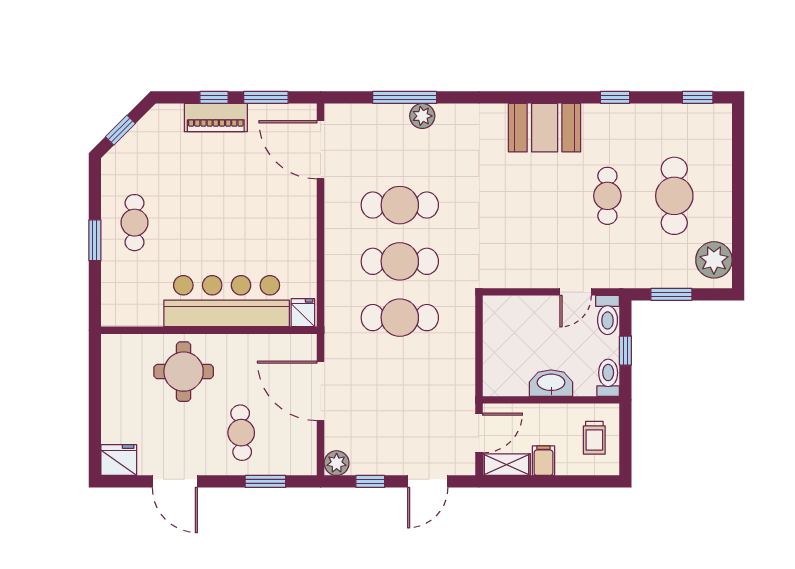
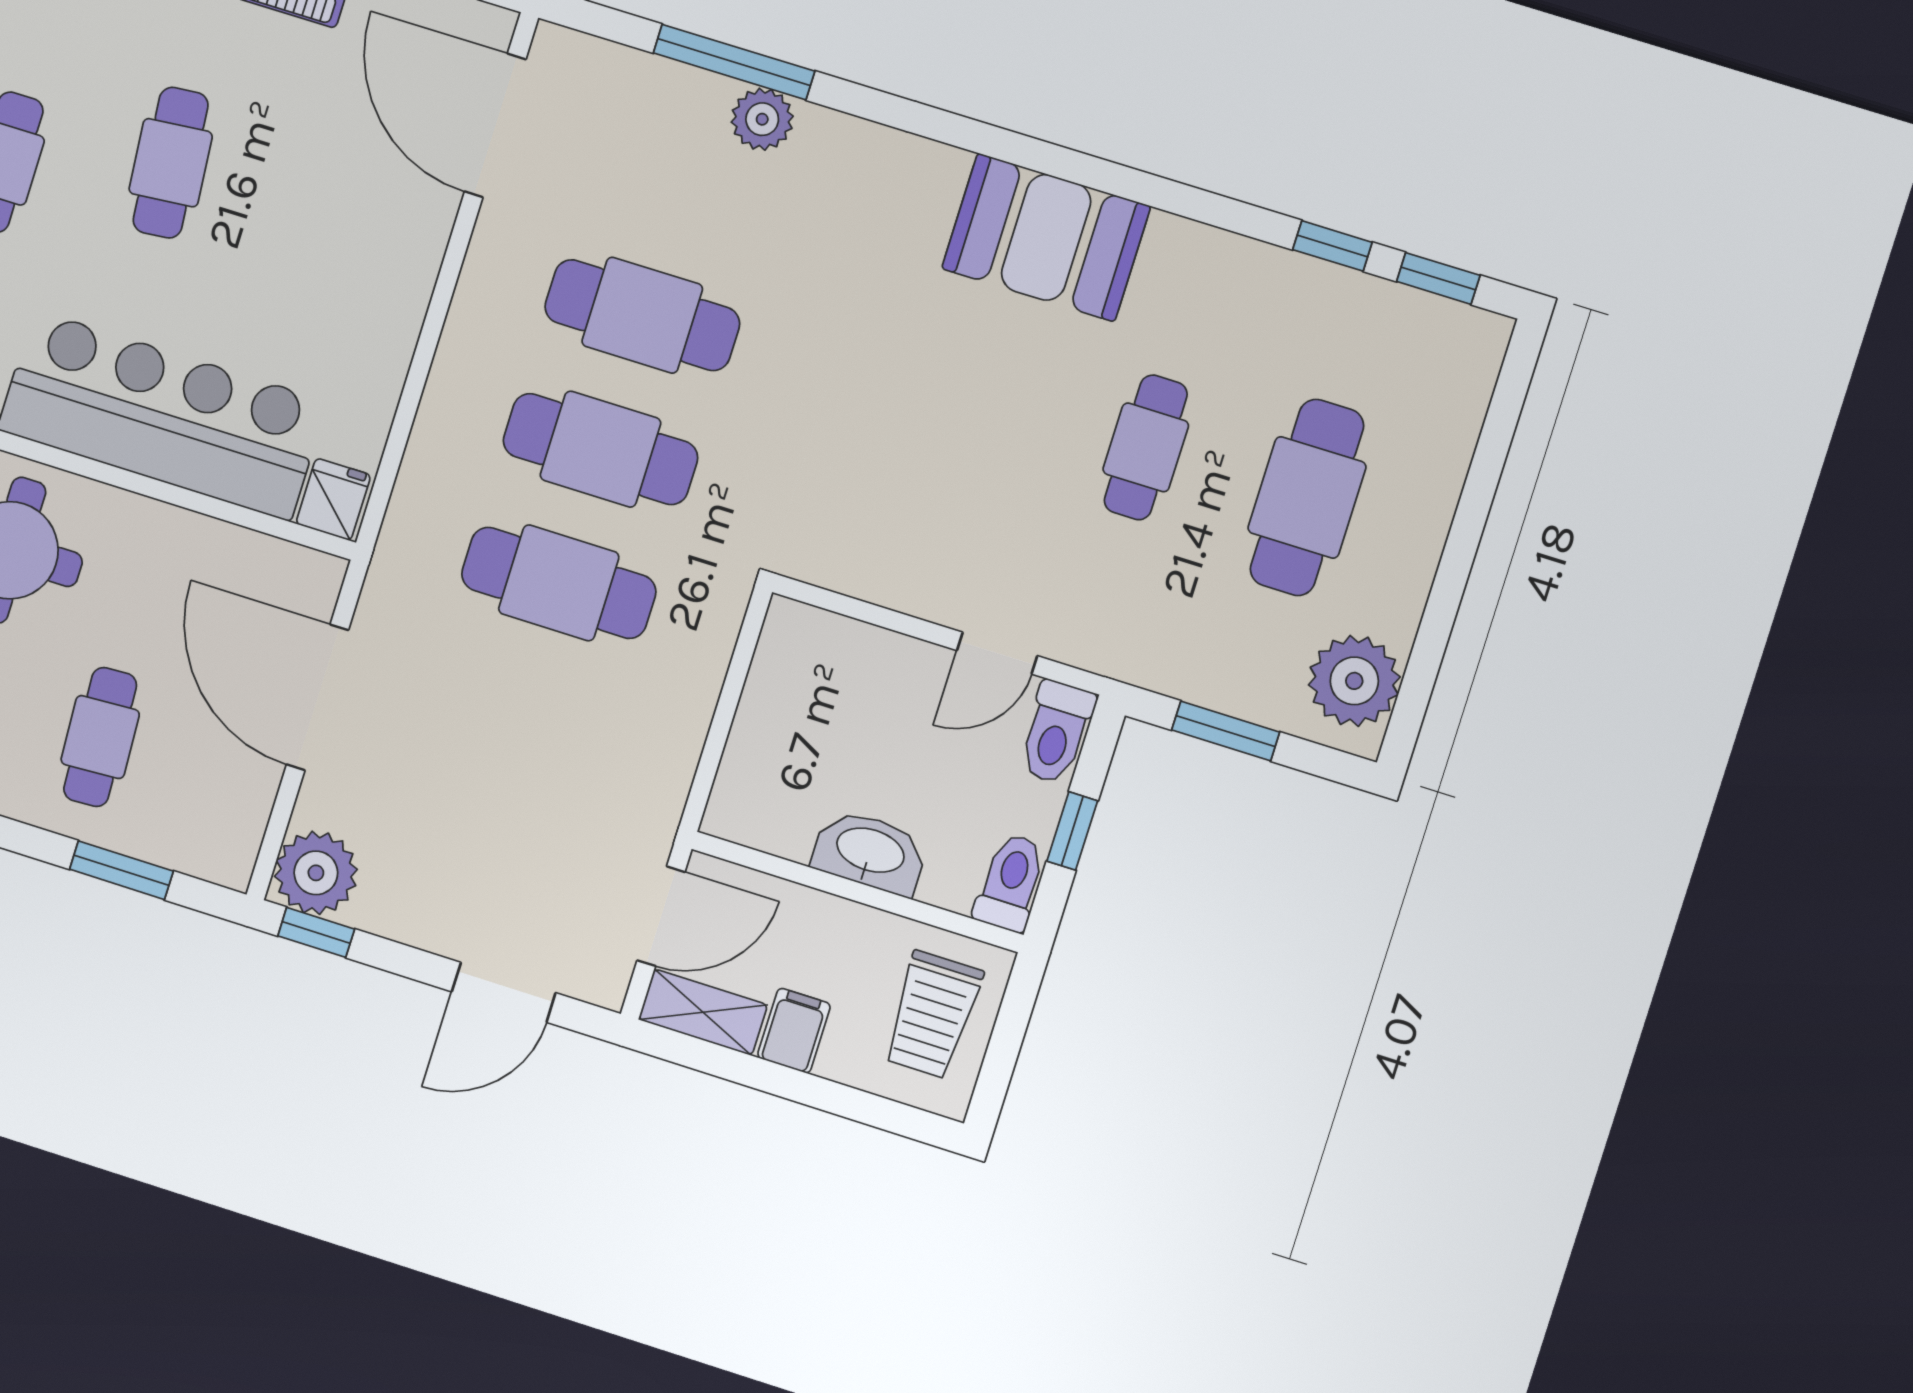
window: (615, 97) -> (1332, 246), moved
cafe table: (200, 203) -> (171, 163), added
trolley: (594, 438) -> (932, 1015), width x1.36, depth x1.39
plant: (337, 463) -> (316, 873), width x1.36, depth x1.36
window: (370, 481) -> (316, 932), moved

